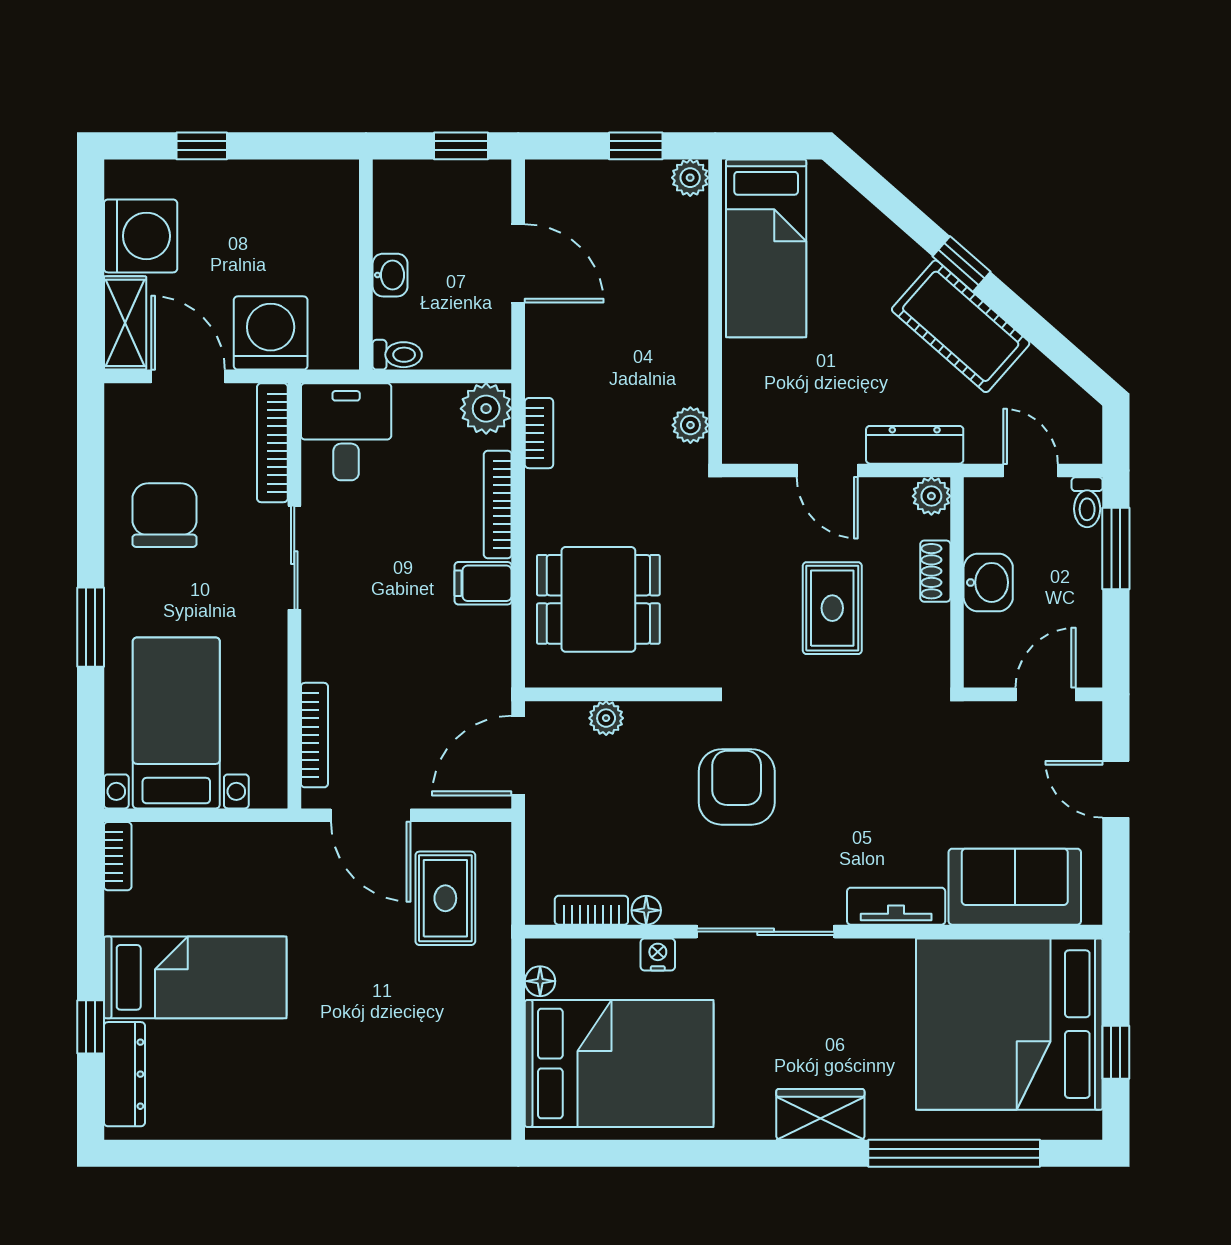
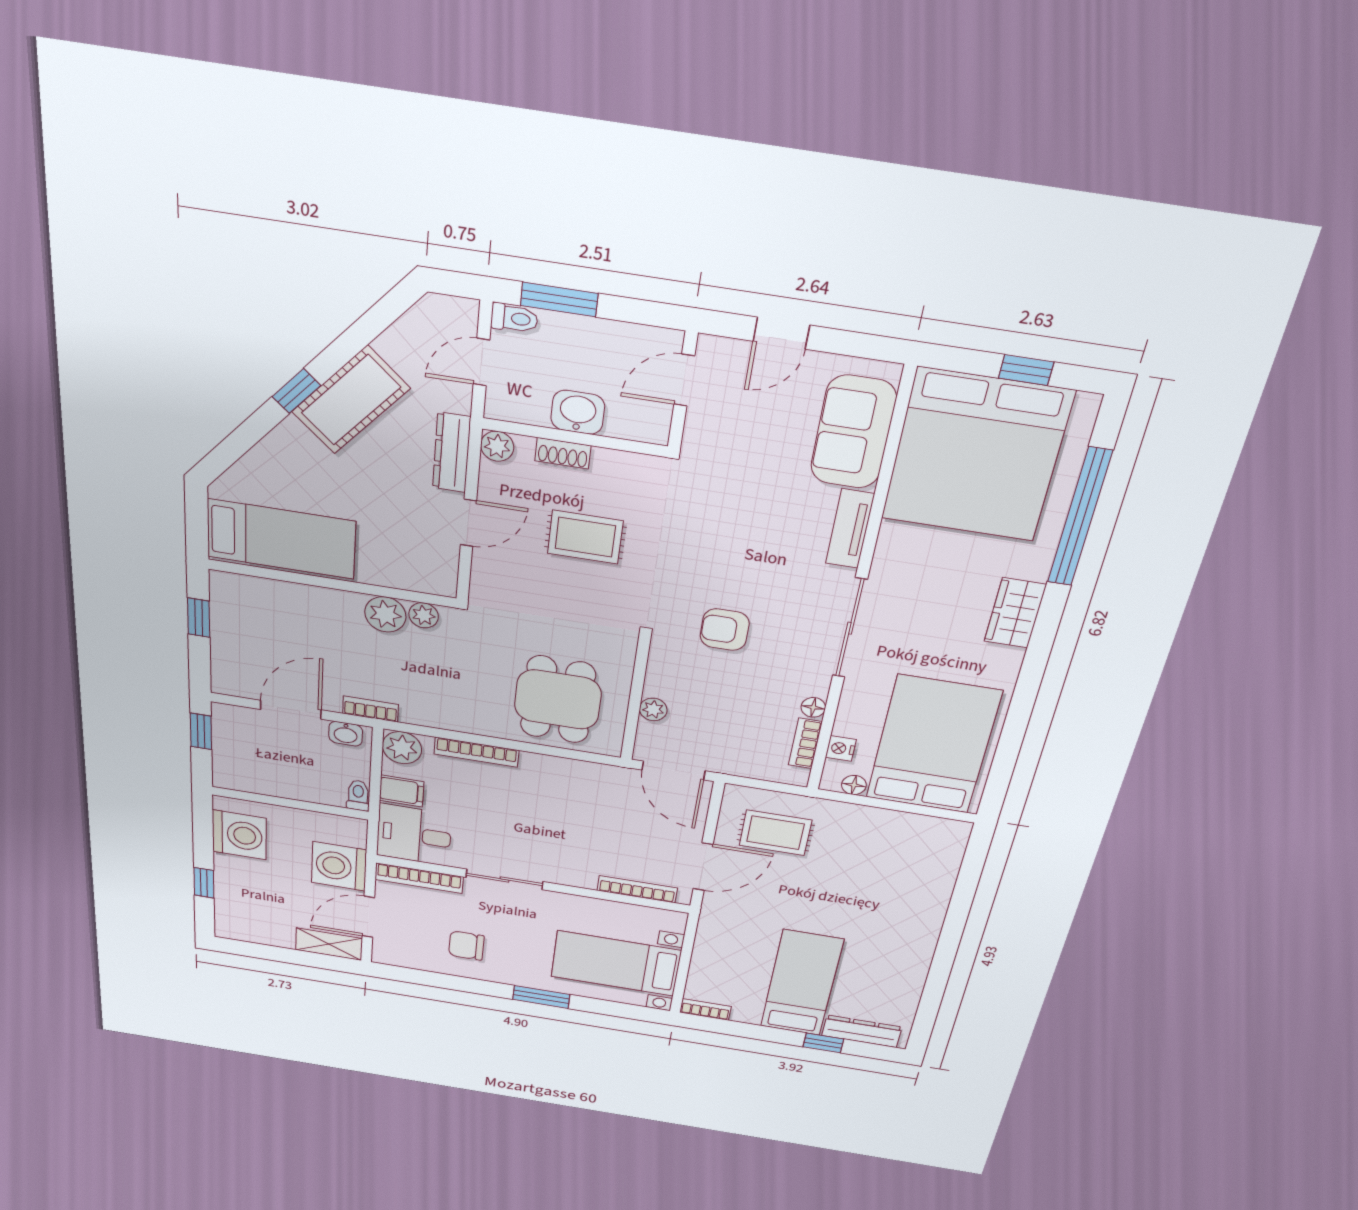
plant: (690, 178) -> (385, 614), moved, width x1.38, depth x1.38
washing machine: (141, 236) -> (239, 835), moved, turned 90
washbasin: (390, 275) -> (346, 734), moved, turned 180
bookcase: (539, 433) -> (371, 709), moved
chair: (165, 515) -> (466, 946), width x0.73, depth x0.73
filing cabinet: (483, 583) -> (402, 791), moved, turned -90
door: (1046, 694) -> (684, 380), hinge flipped
armchair: (737, 787) -> (725, 630), width x0.72, depth x0.72
nightstand: (658, 954) -> (841, 748), moved

